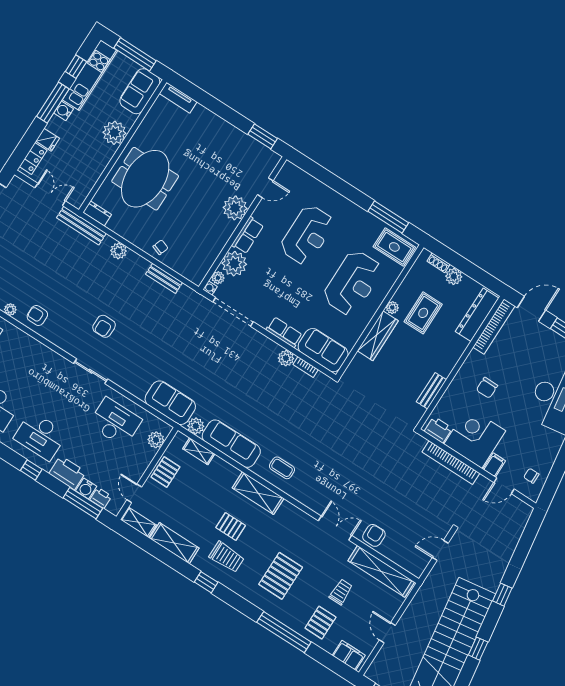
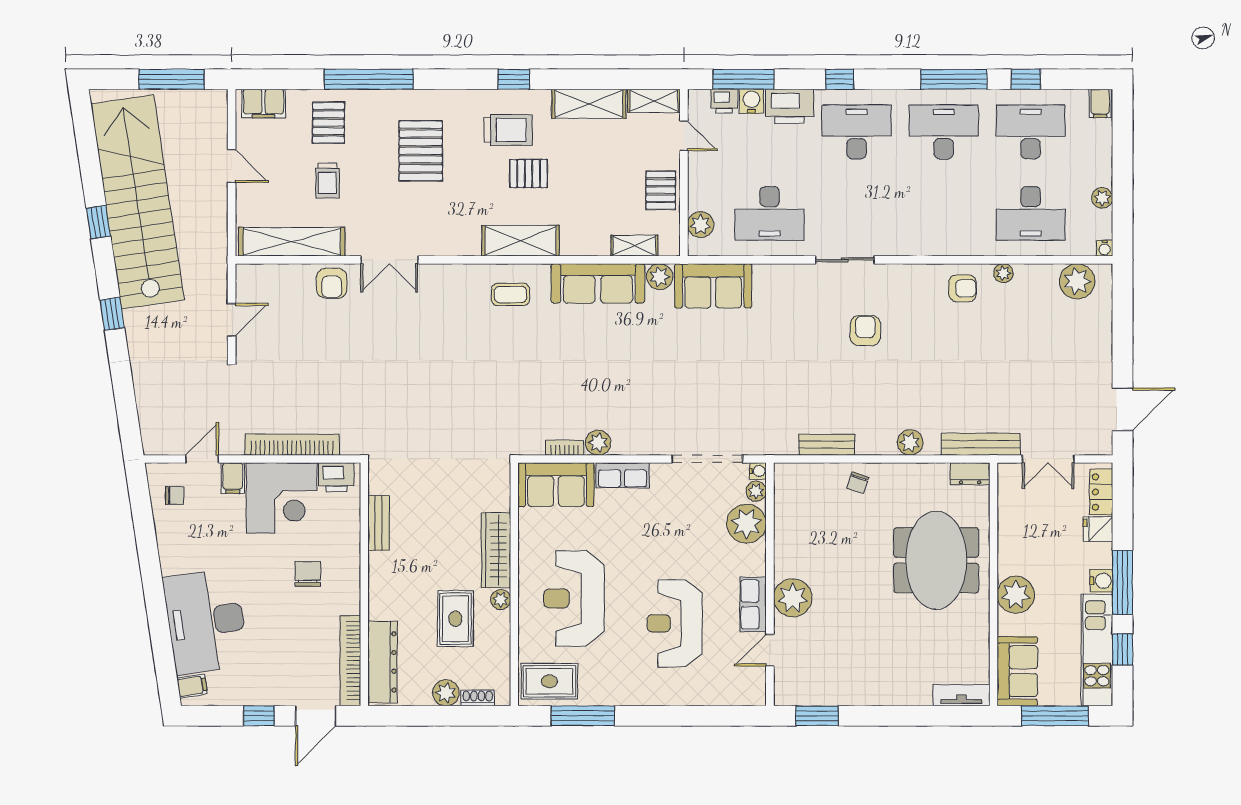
row of seats: (248, 235) -> (753, 604), moved
trolley: (227, 557) -> (508, 130), turned 180

